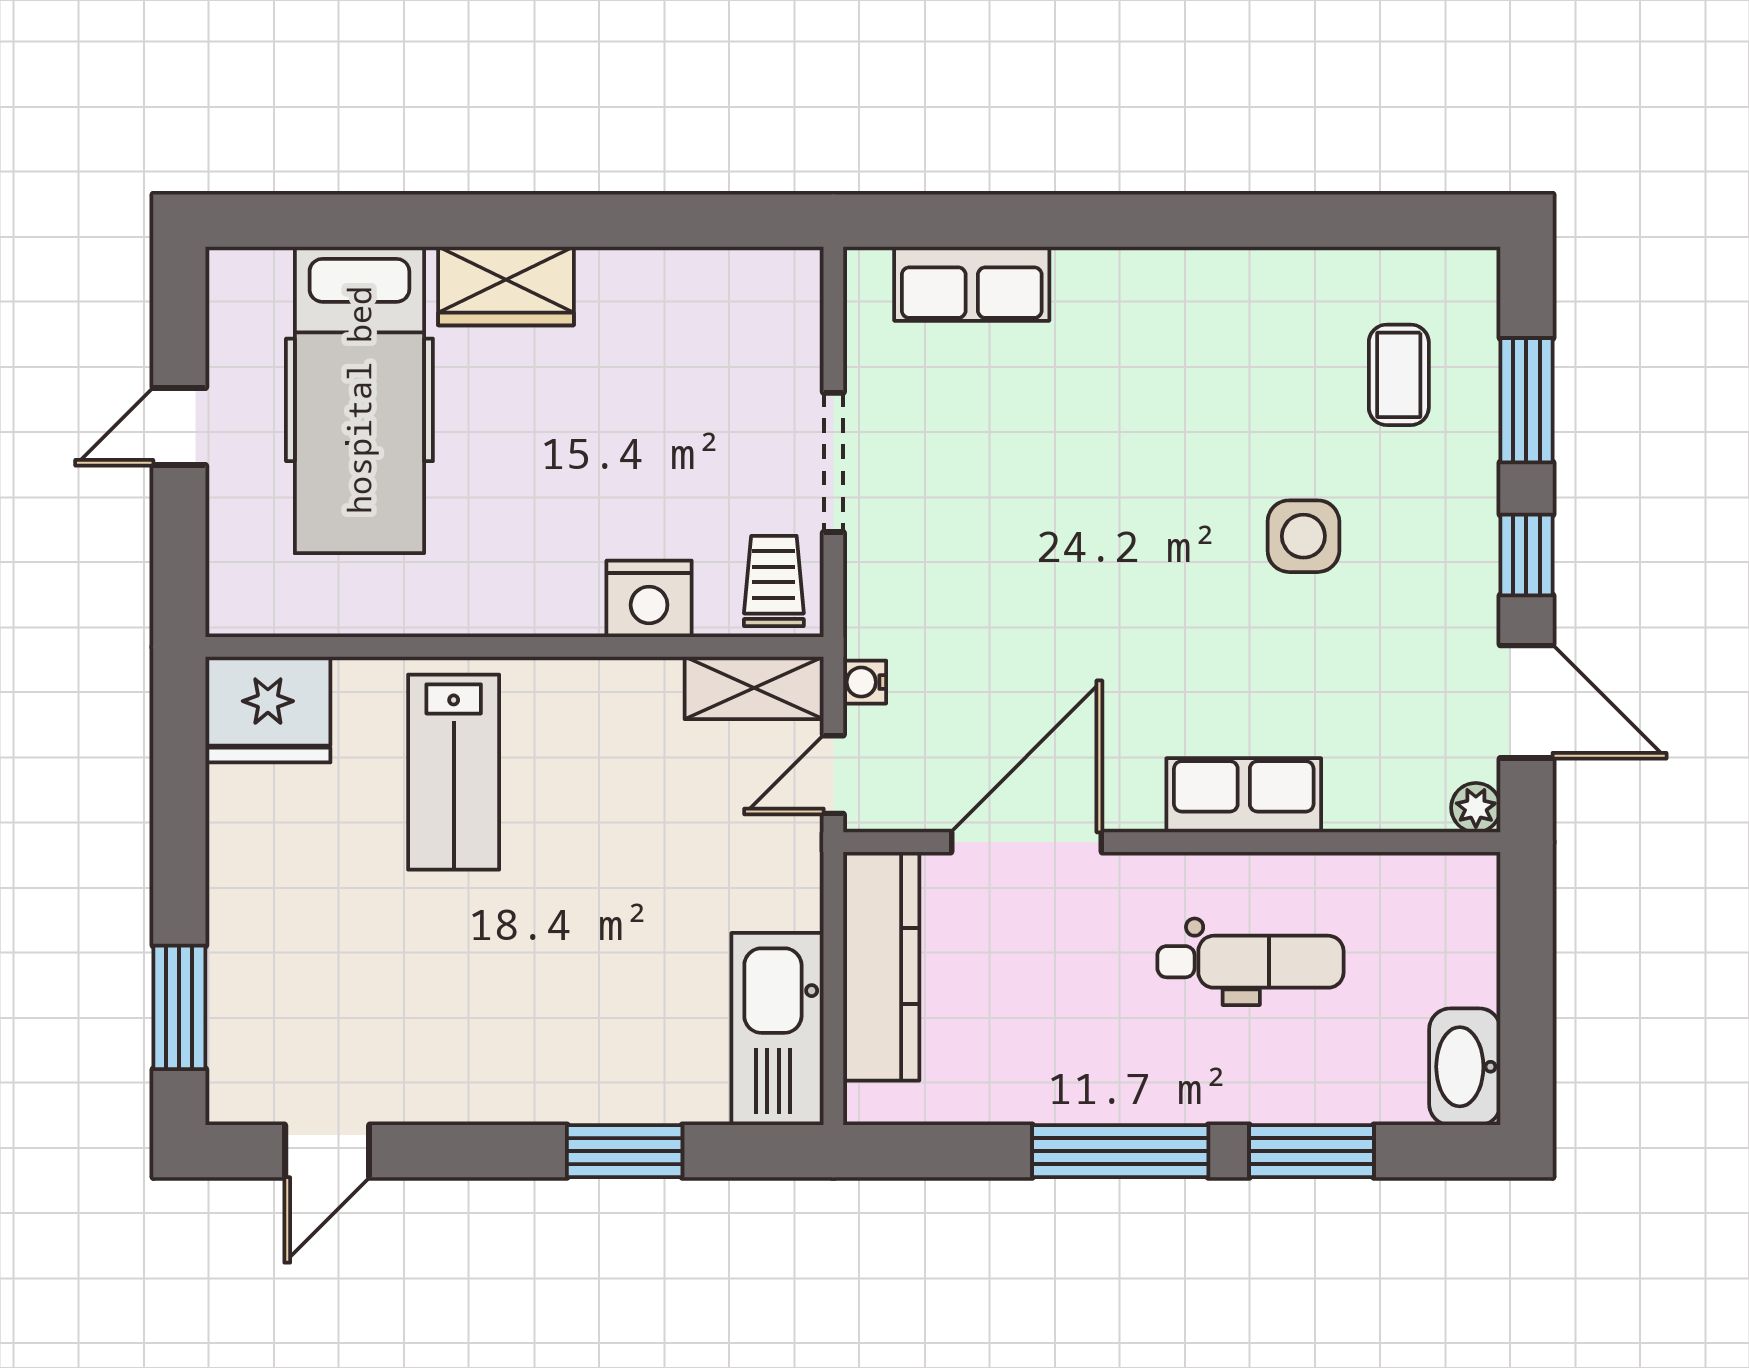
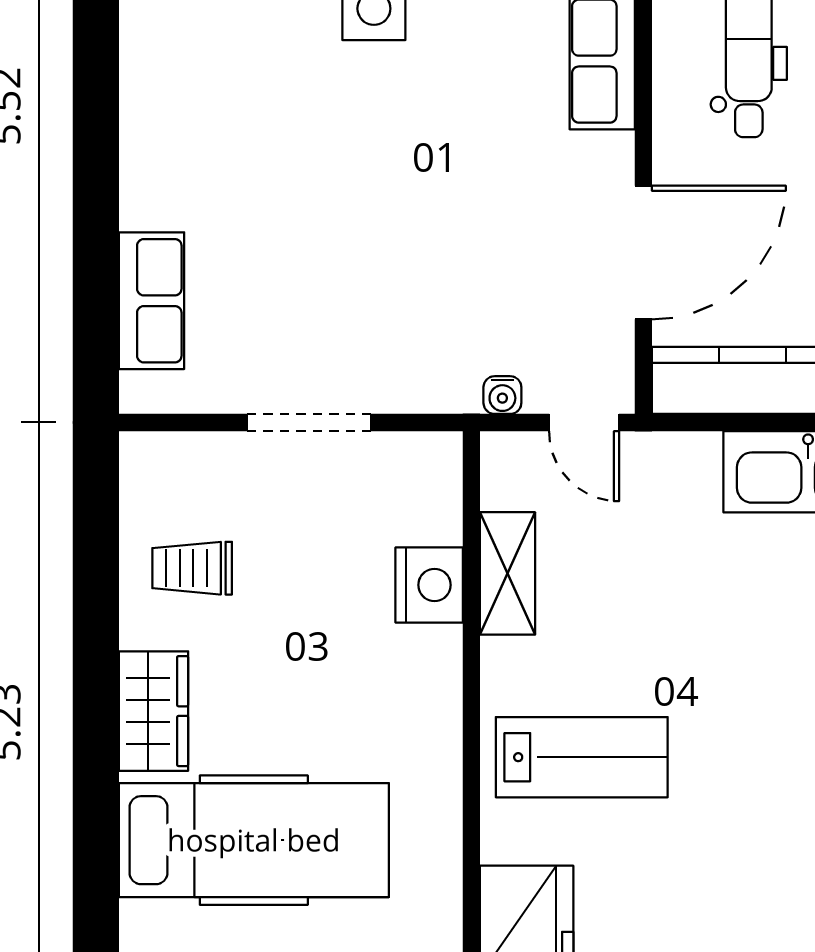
trolley: (774, 581) -> (192, 568), moved
shelving: (754, 688) -> (508, 573), moved
door: (1026, 842) -> (643, 253), swing flipped

